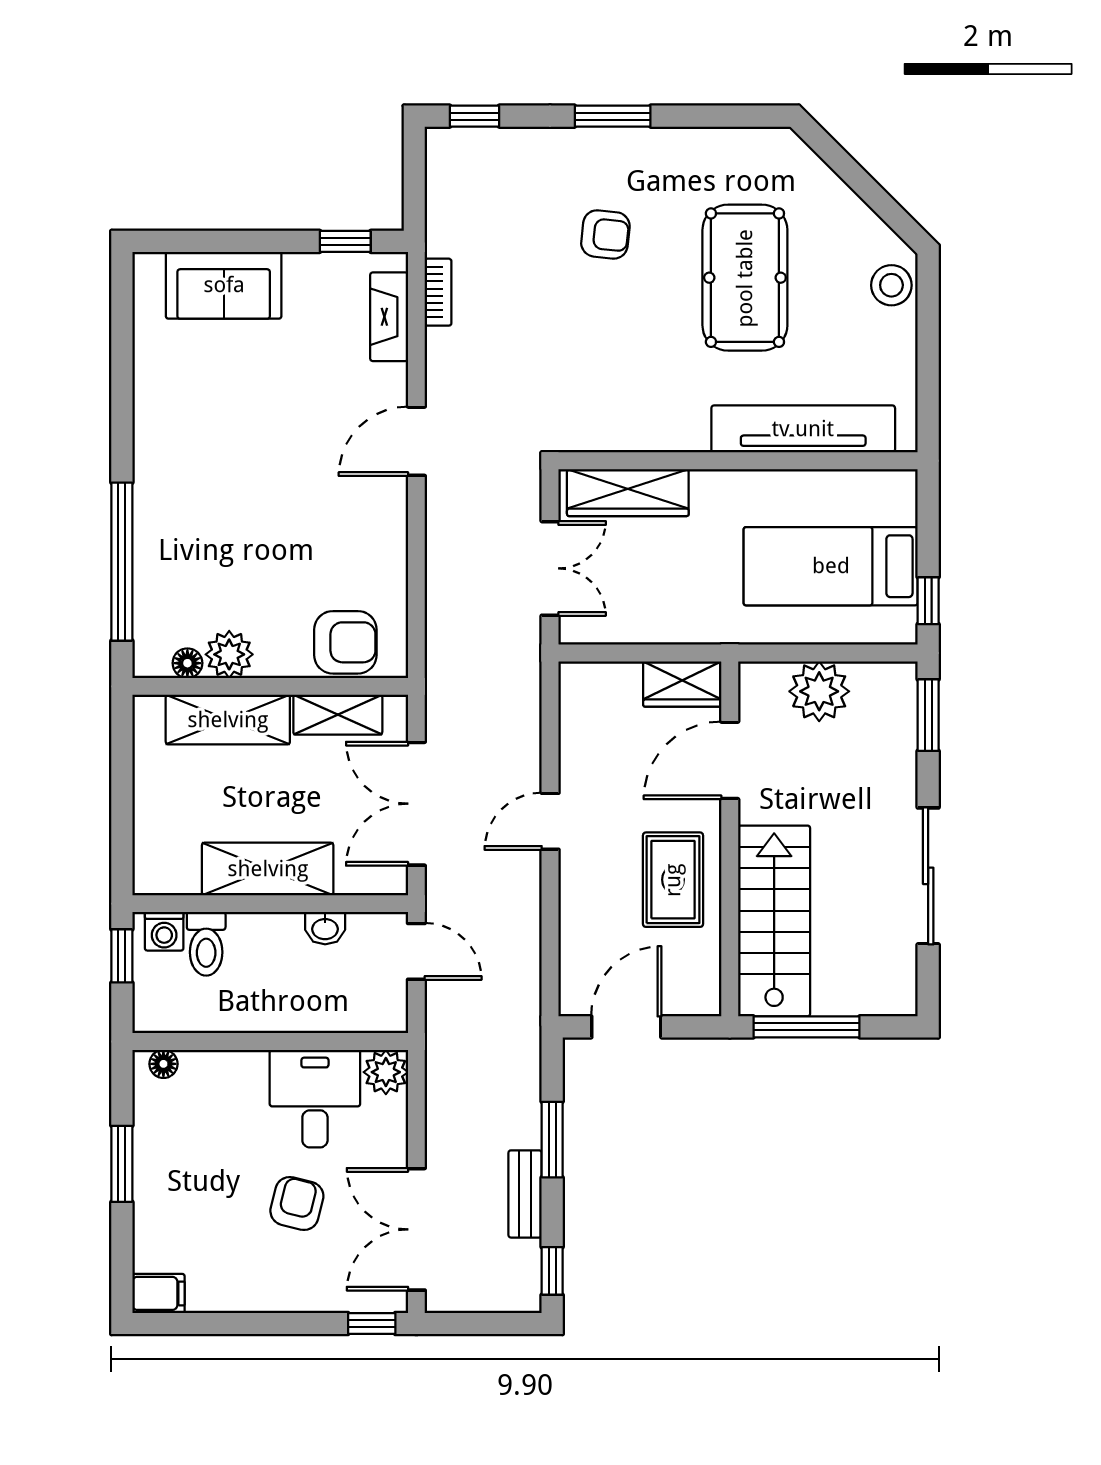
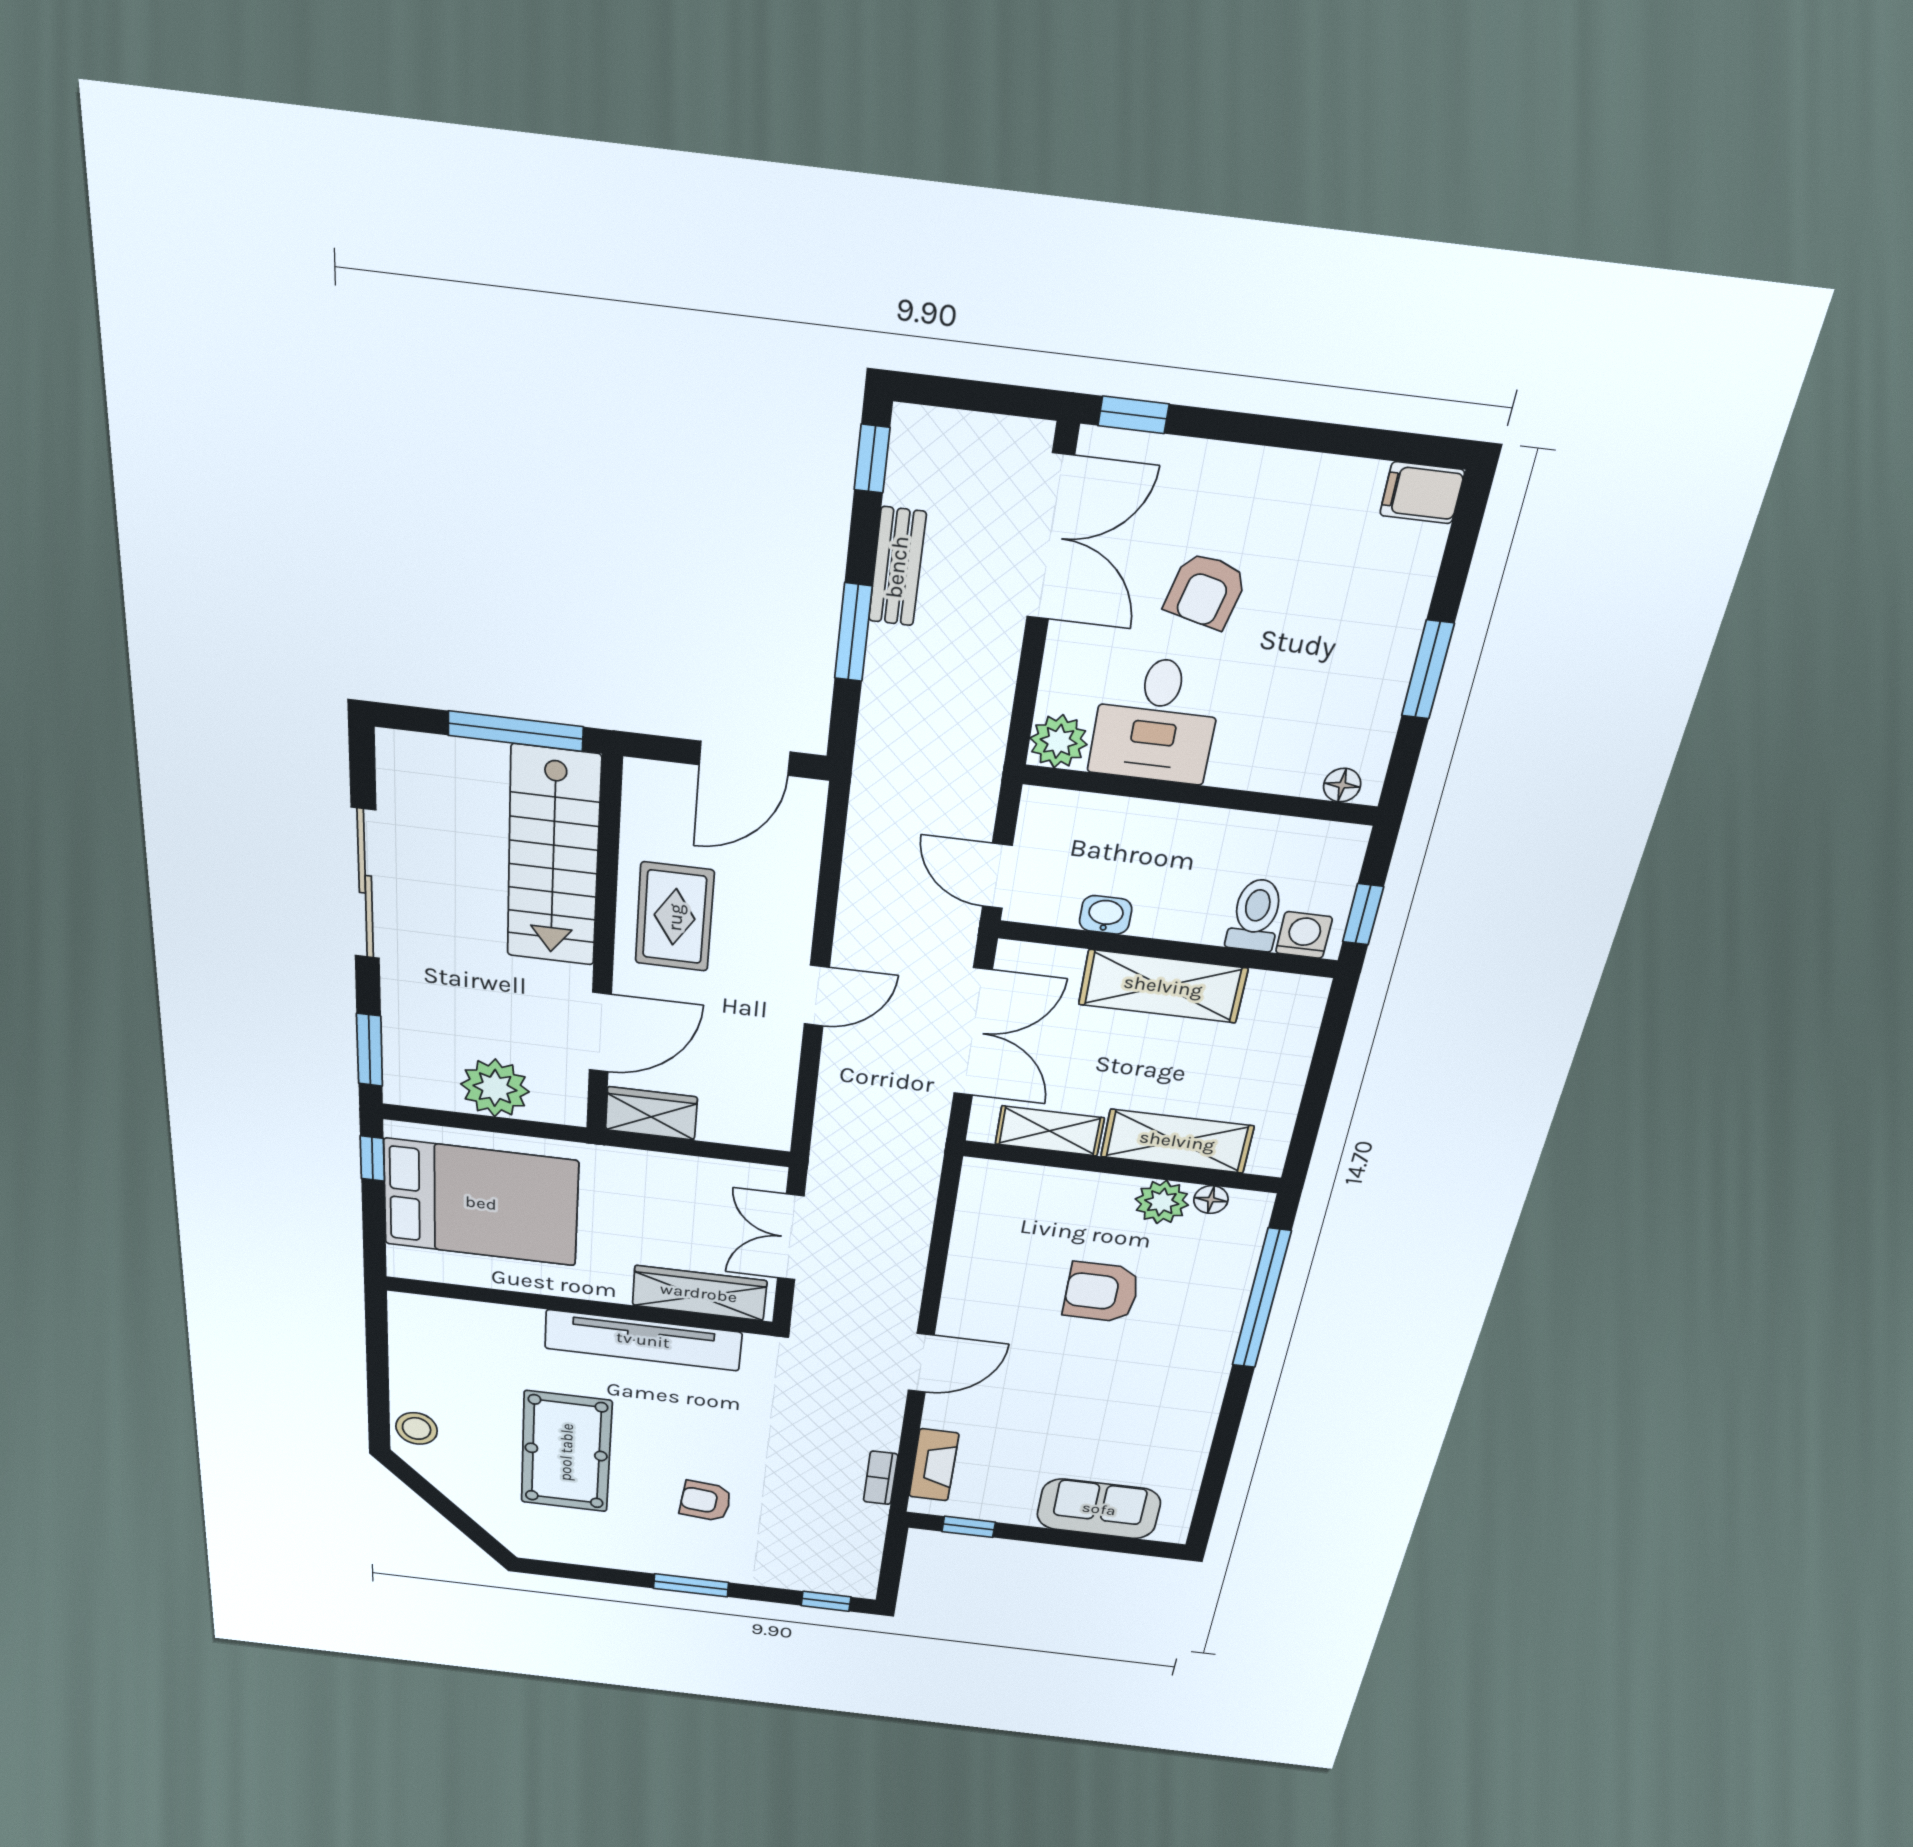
tv unit: (803, 429) -> (643, 1340), moved
bed: (831, 566) -> (481, 1203), width x1.50
armchair: (345, 642) -> (1101, 1292), moved

